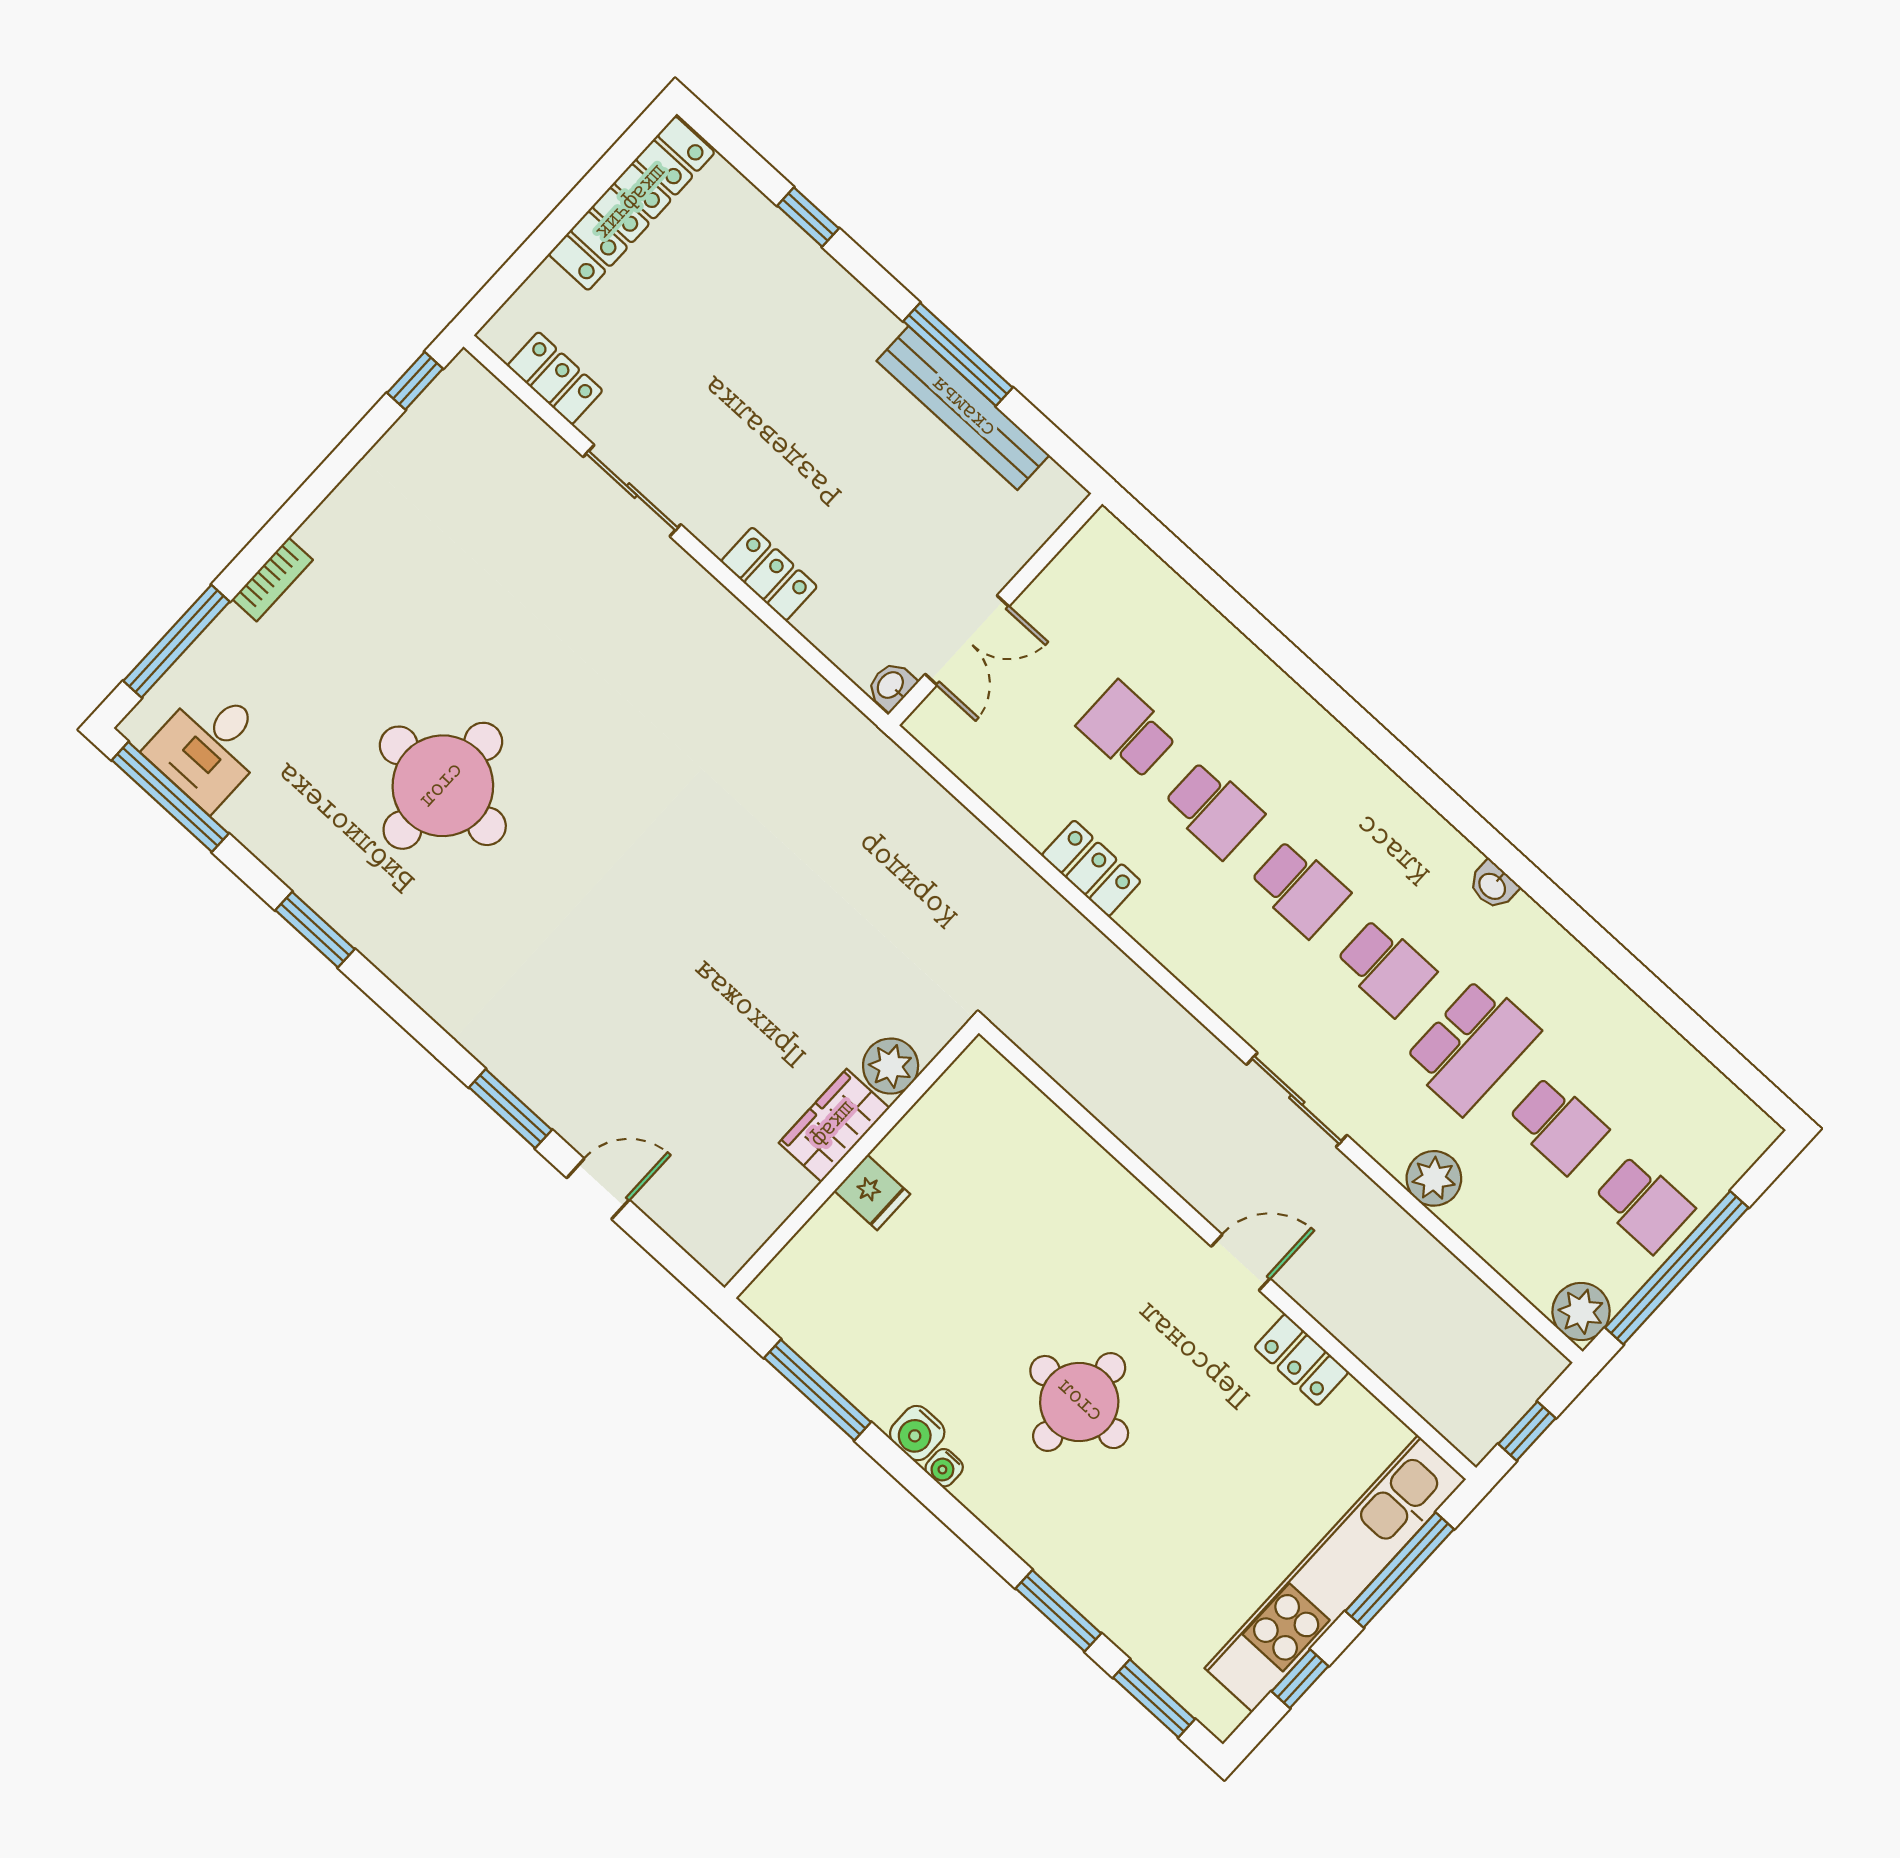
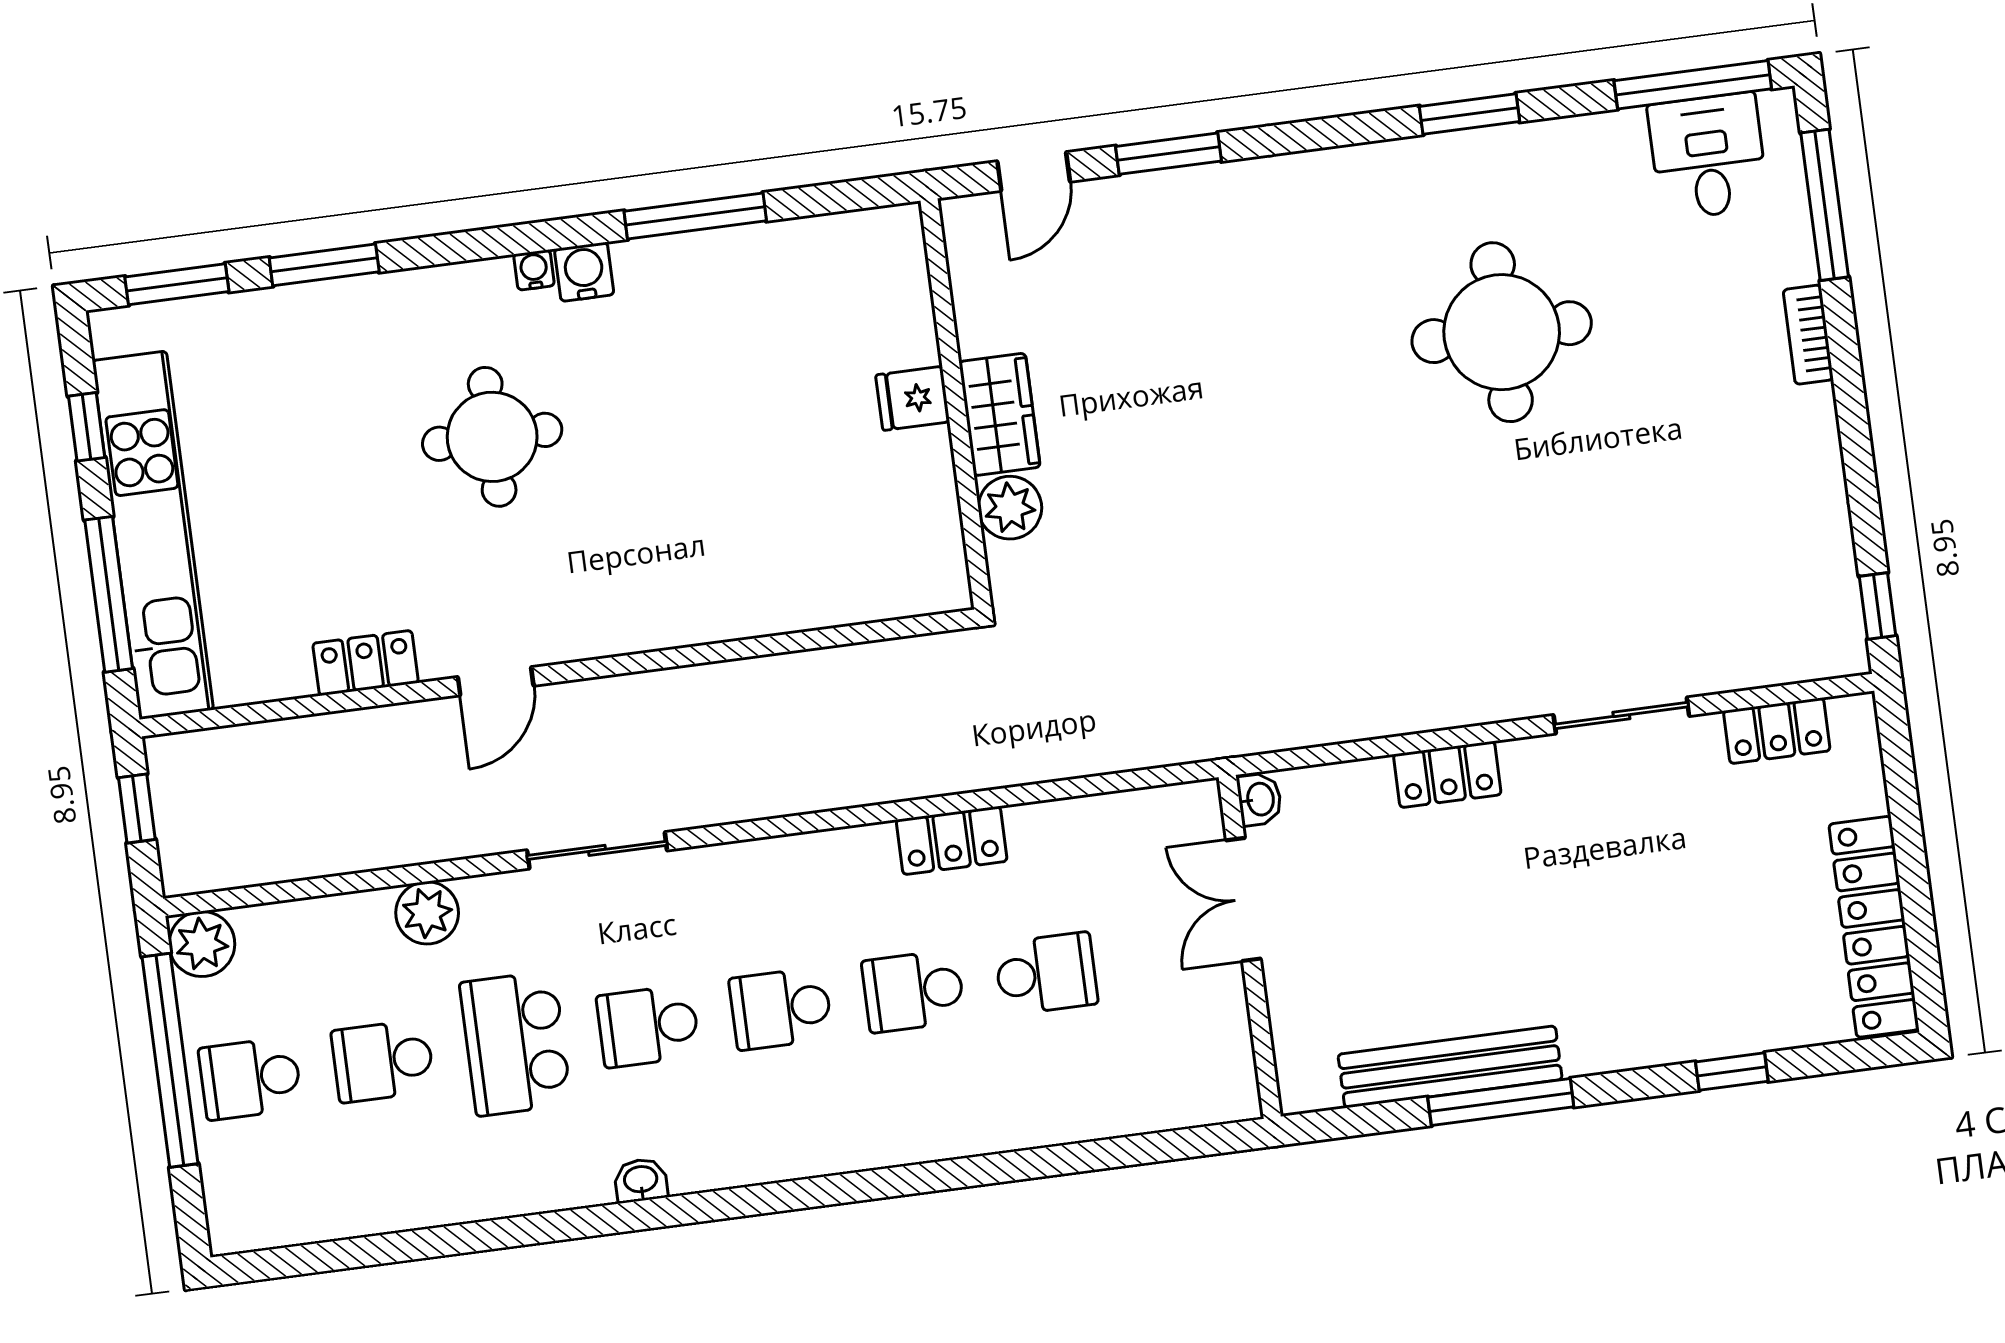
plant: (891, 1066) -> (1010, 508), moved
wardrobe: (834, 1125) -> (1000, 414), moved
wall: (852, 1160) -> (956, 404), moved
fridge: (872, 1192) -> (913, 398), moved

